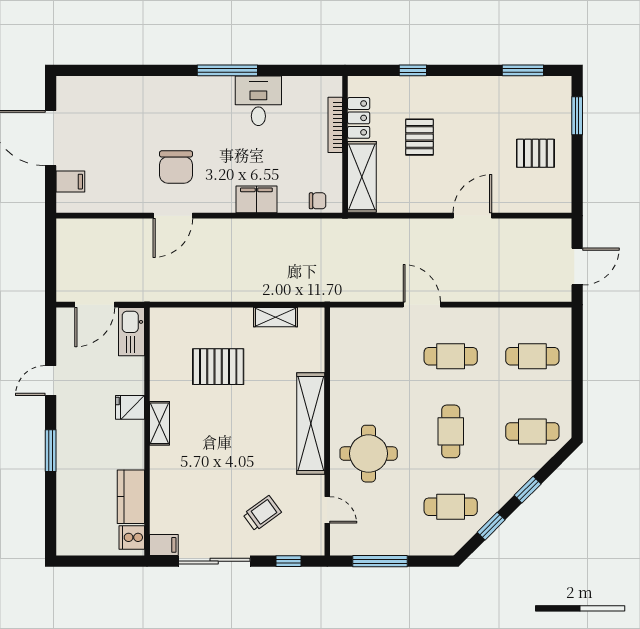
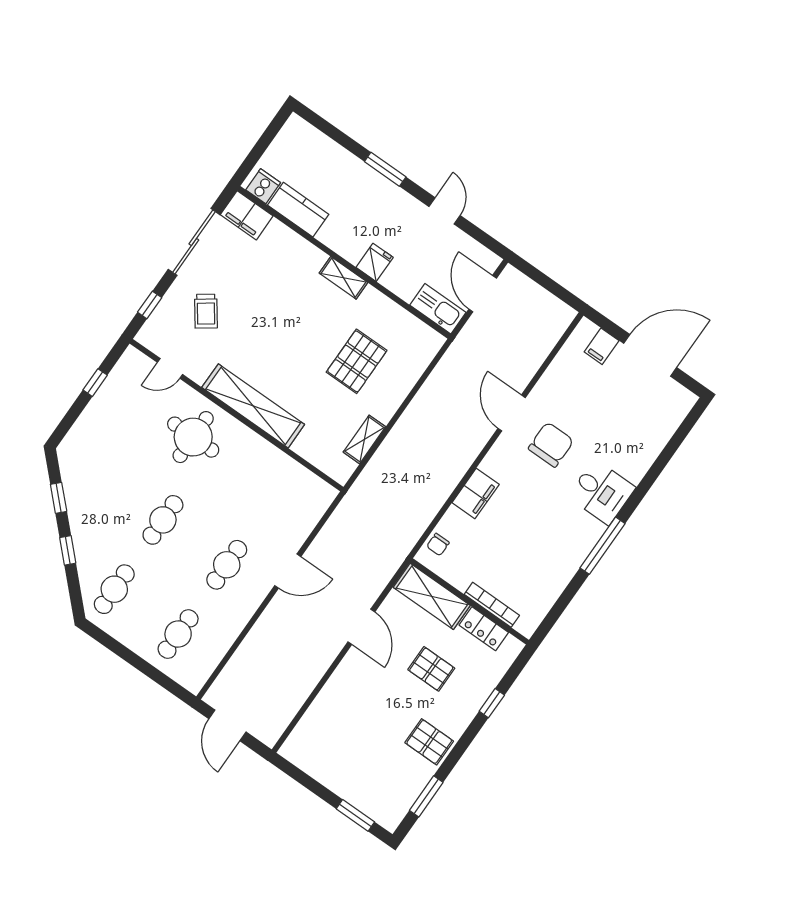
desk: (258, 101) -> (602, 492), moved
pallet: (535, 153) -> (429, 742), moved, turned 90
chair: (176, 167) -> (551, 445), turned 90
door: (472, 216) -> (361, 627), moved
cafe table: (451, 431) -> (163, 520), turned 90
cafe table: (451, 507) -> (99, 475), removed
filing cabinet: (164, 545) -> (247, 215), width x2.00
window: (380, 561) -> (95, 383), width x0.46

